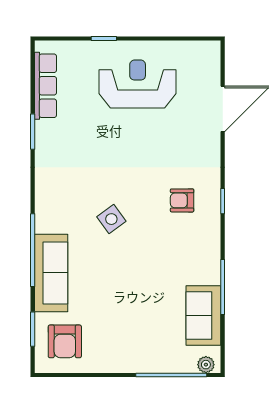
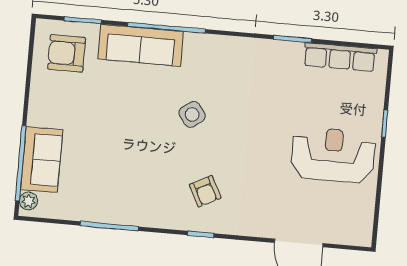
reception desk: (138, 84) -> (333, 155), turned -90
armchair: (182, 200) -> (205, 191), turned 153
sofa: (203, 315) -> (42, 160), moved, turned 90

